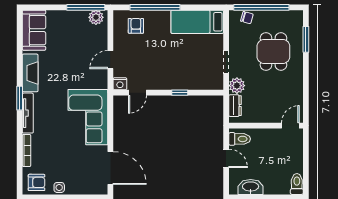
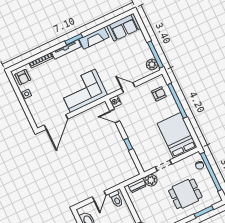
bed: (197, 22) -> (177, 135), width x1.50

